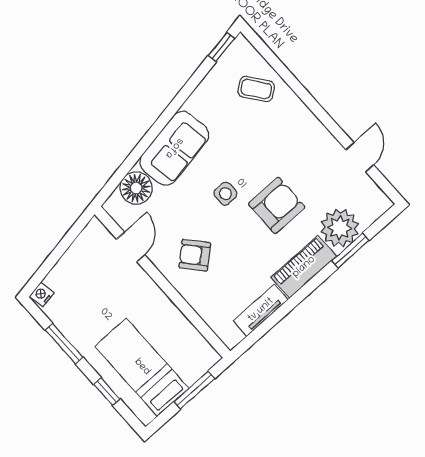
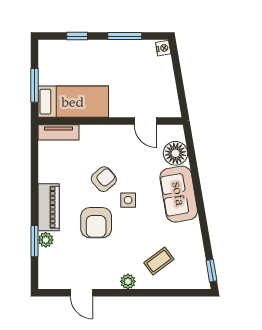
coffee table: (256, 89) -> (159, 261), moved
plant: (307, 121) -> (128, 281), added
plant: (340, 228) -> (46, 240), width x0.53, depth x0.53
armchair: (195, 255) -> (104, 179), moved
tv unit: (261, 310) -> (58, 132), moved, turned 90
bed: (142, 367) -> (73, 102), moved

